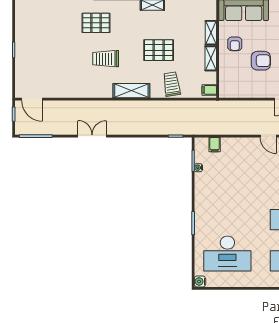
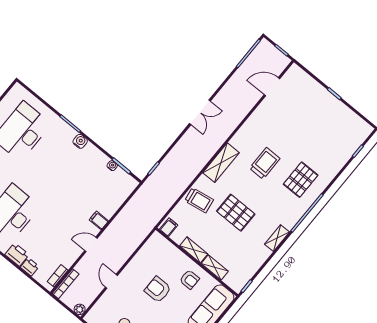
armchair: (235, 44) -> (189, 279), turned 180
pallet: (159, 50) -> (236, 213), turned 90
armchair: (261, 61) -> (158, 290), turned 90
door: (32, 99) -> (272, 87), moved
double door: (92, 136) -> (200, 112), moved
filing cabinet: (215, 145) -> (99, 220), moved
water cooler: (200, 281) -> (80, 141), moved

